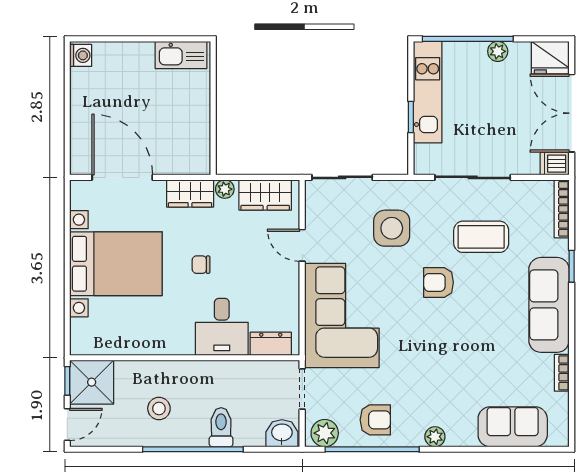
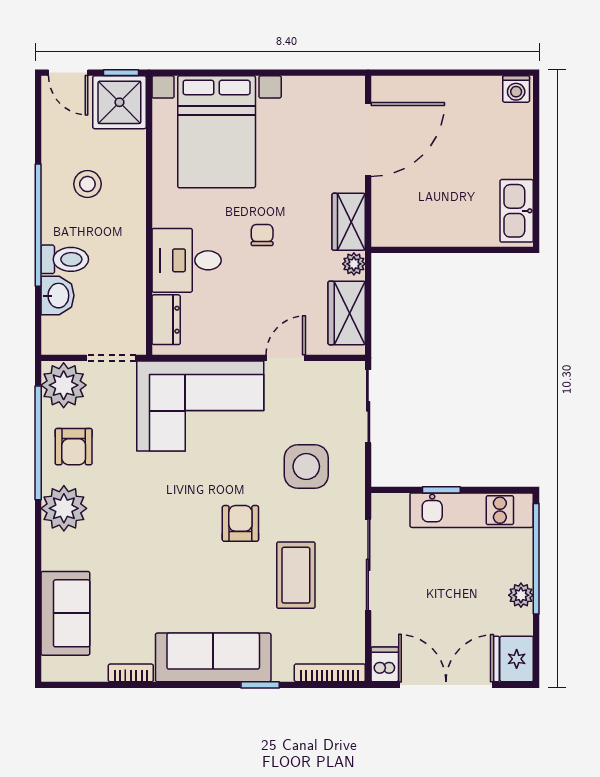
bed with nightstands: (116, 264) -> (217, 132), moved
washbasin: (282, 433) -> (57, 296), moved
plant: (325, 433) -> (64, 385), width x1.36, depth x1.36
plant: (435, 437) -> (64, 508), width x1.87, depth x1.87

